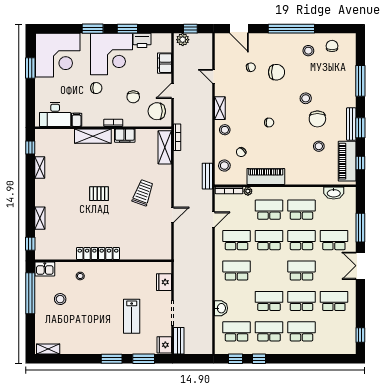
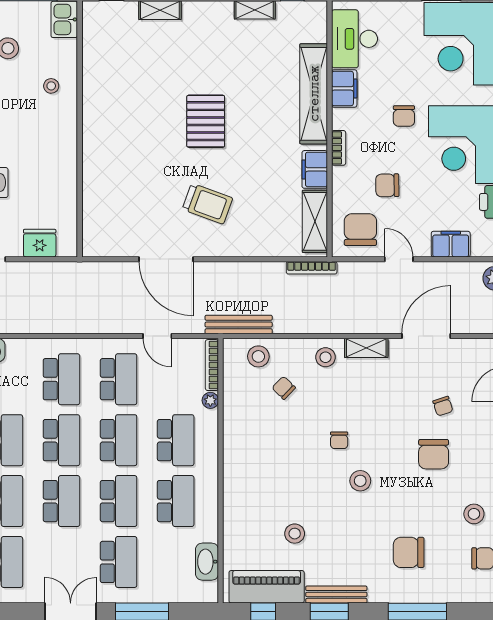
door: (214, 76) -> (426, 336), width x1.87
stool: (306, 98) -> (360, 481), moved
chair: (317, 119) -> (409, 552), moved
filing cabinet: (77, 120) -> (344, 88), width x2.00
shelving: (93, 136) -> (314, 94), width x1.47
shelving: (165, 147) -> (315, 221), moved, turned 90
bench: (207, 176) -> (239, 325), width x1.36
piano: (266, 176) -> (238, 434), removed
pallet: (99, 194) -> (206, 121), width x1.50, depth x1.42
door: (173, 215) -> (166, 259), width x1.88
locker: (98, 253) -> (93, 119), removed
school desk: (269, 271) -> (61, 440), added

